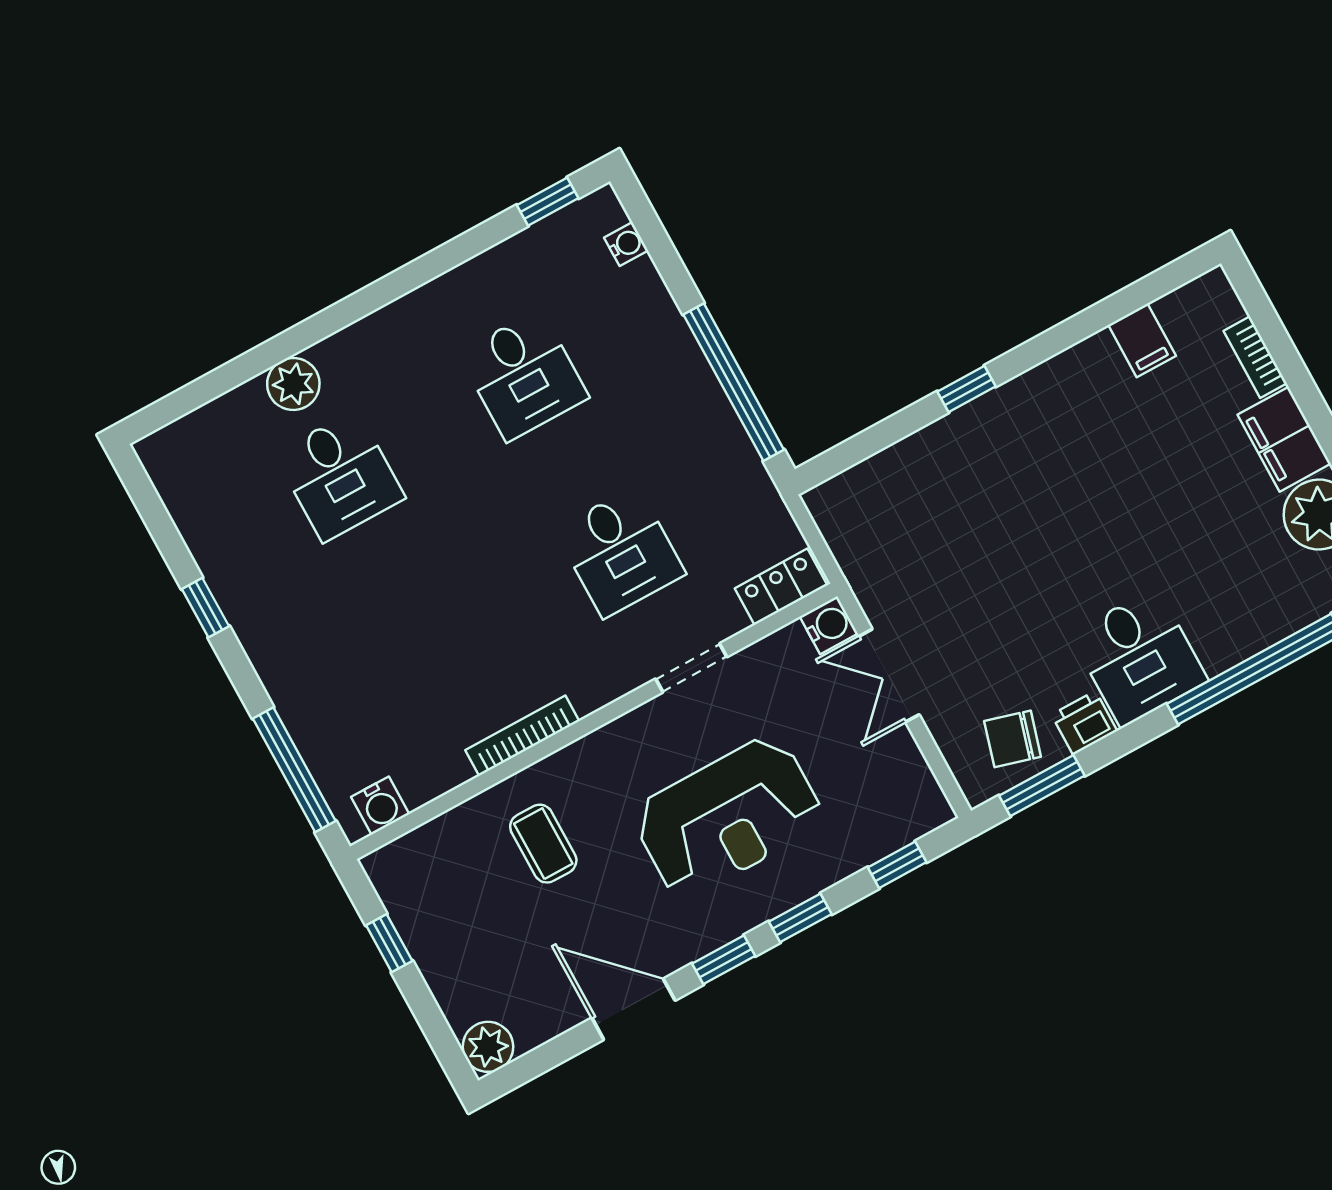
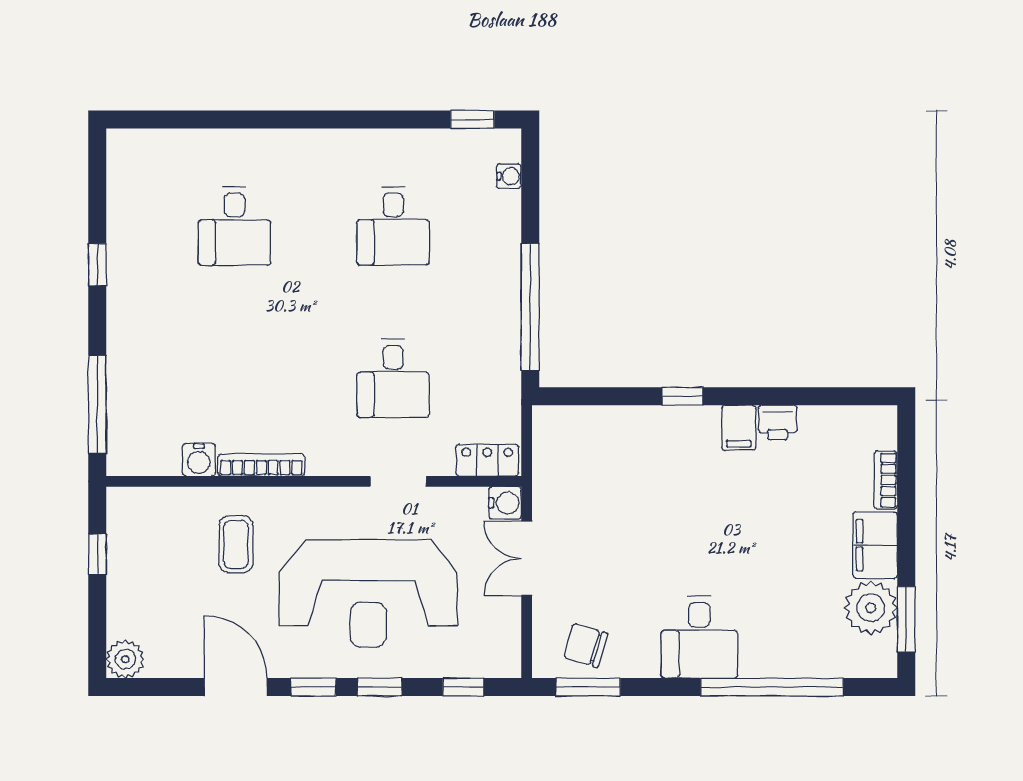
filing cabinet: (1142, 340) -> (739, 428), moved
plant: (293, 384) -> (237, 148), removed
printer: (1084, 723) -> (778, 422), moved, turned 180
water cooler: (380, 806) -> (199, 460), moved
reception desk: (728, 817) -> (368, 594), width x1.36, depth x1.30

